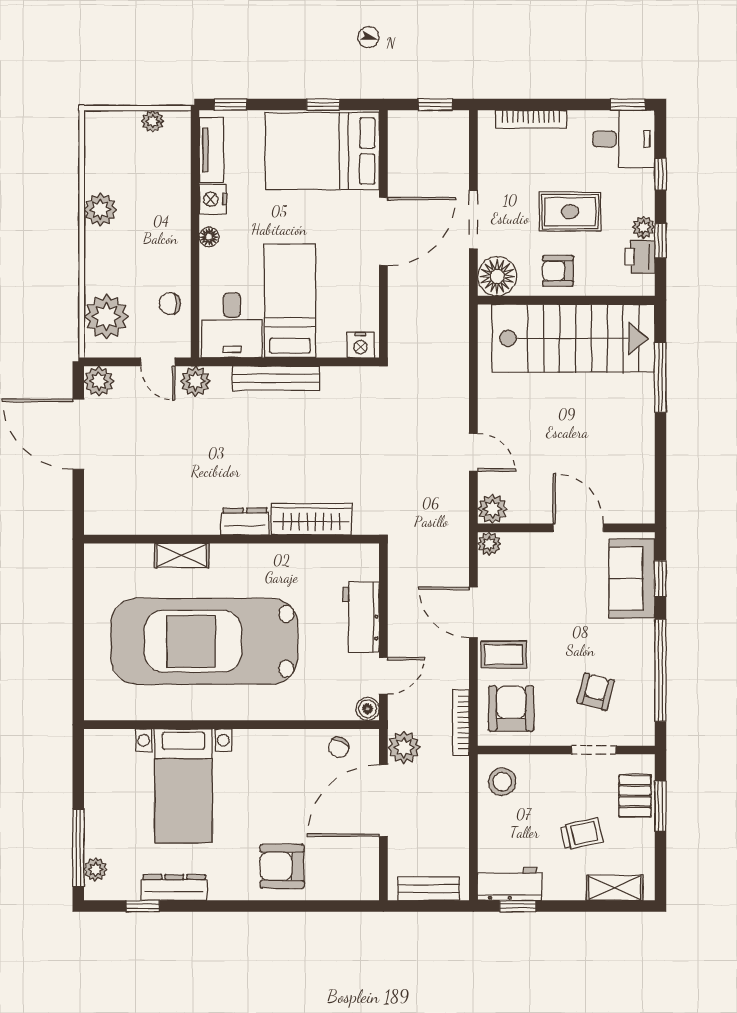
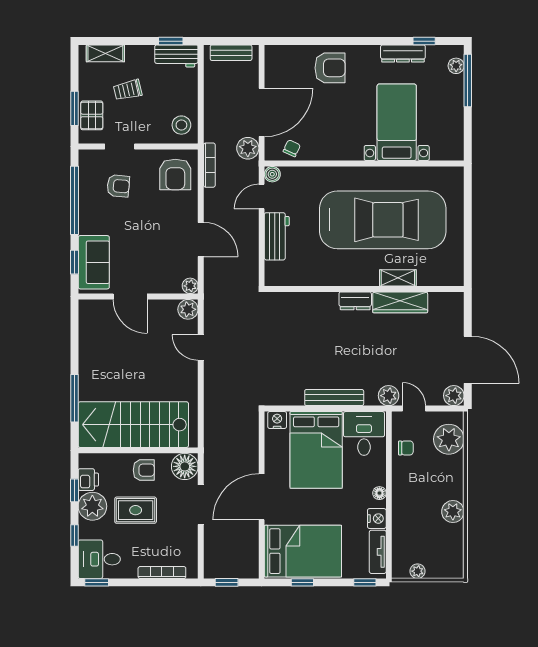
plant: (644, 227) -> (92, 506), width x1.88, depth x1.88
bed: (290, 301) -> (316, 450), width x1.50
wardrobe: (311, 519) -> (400, 302), moved
coffee table: (504, 655) -> (180, 211), removed
armchair: (596, 692) -> (118, 186), turned -100

